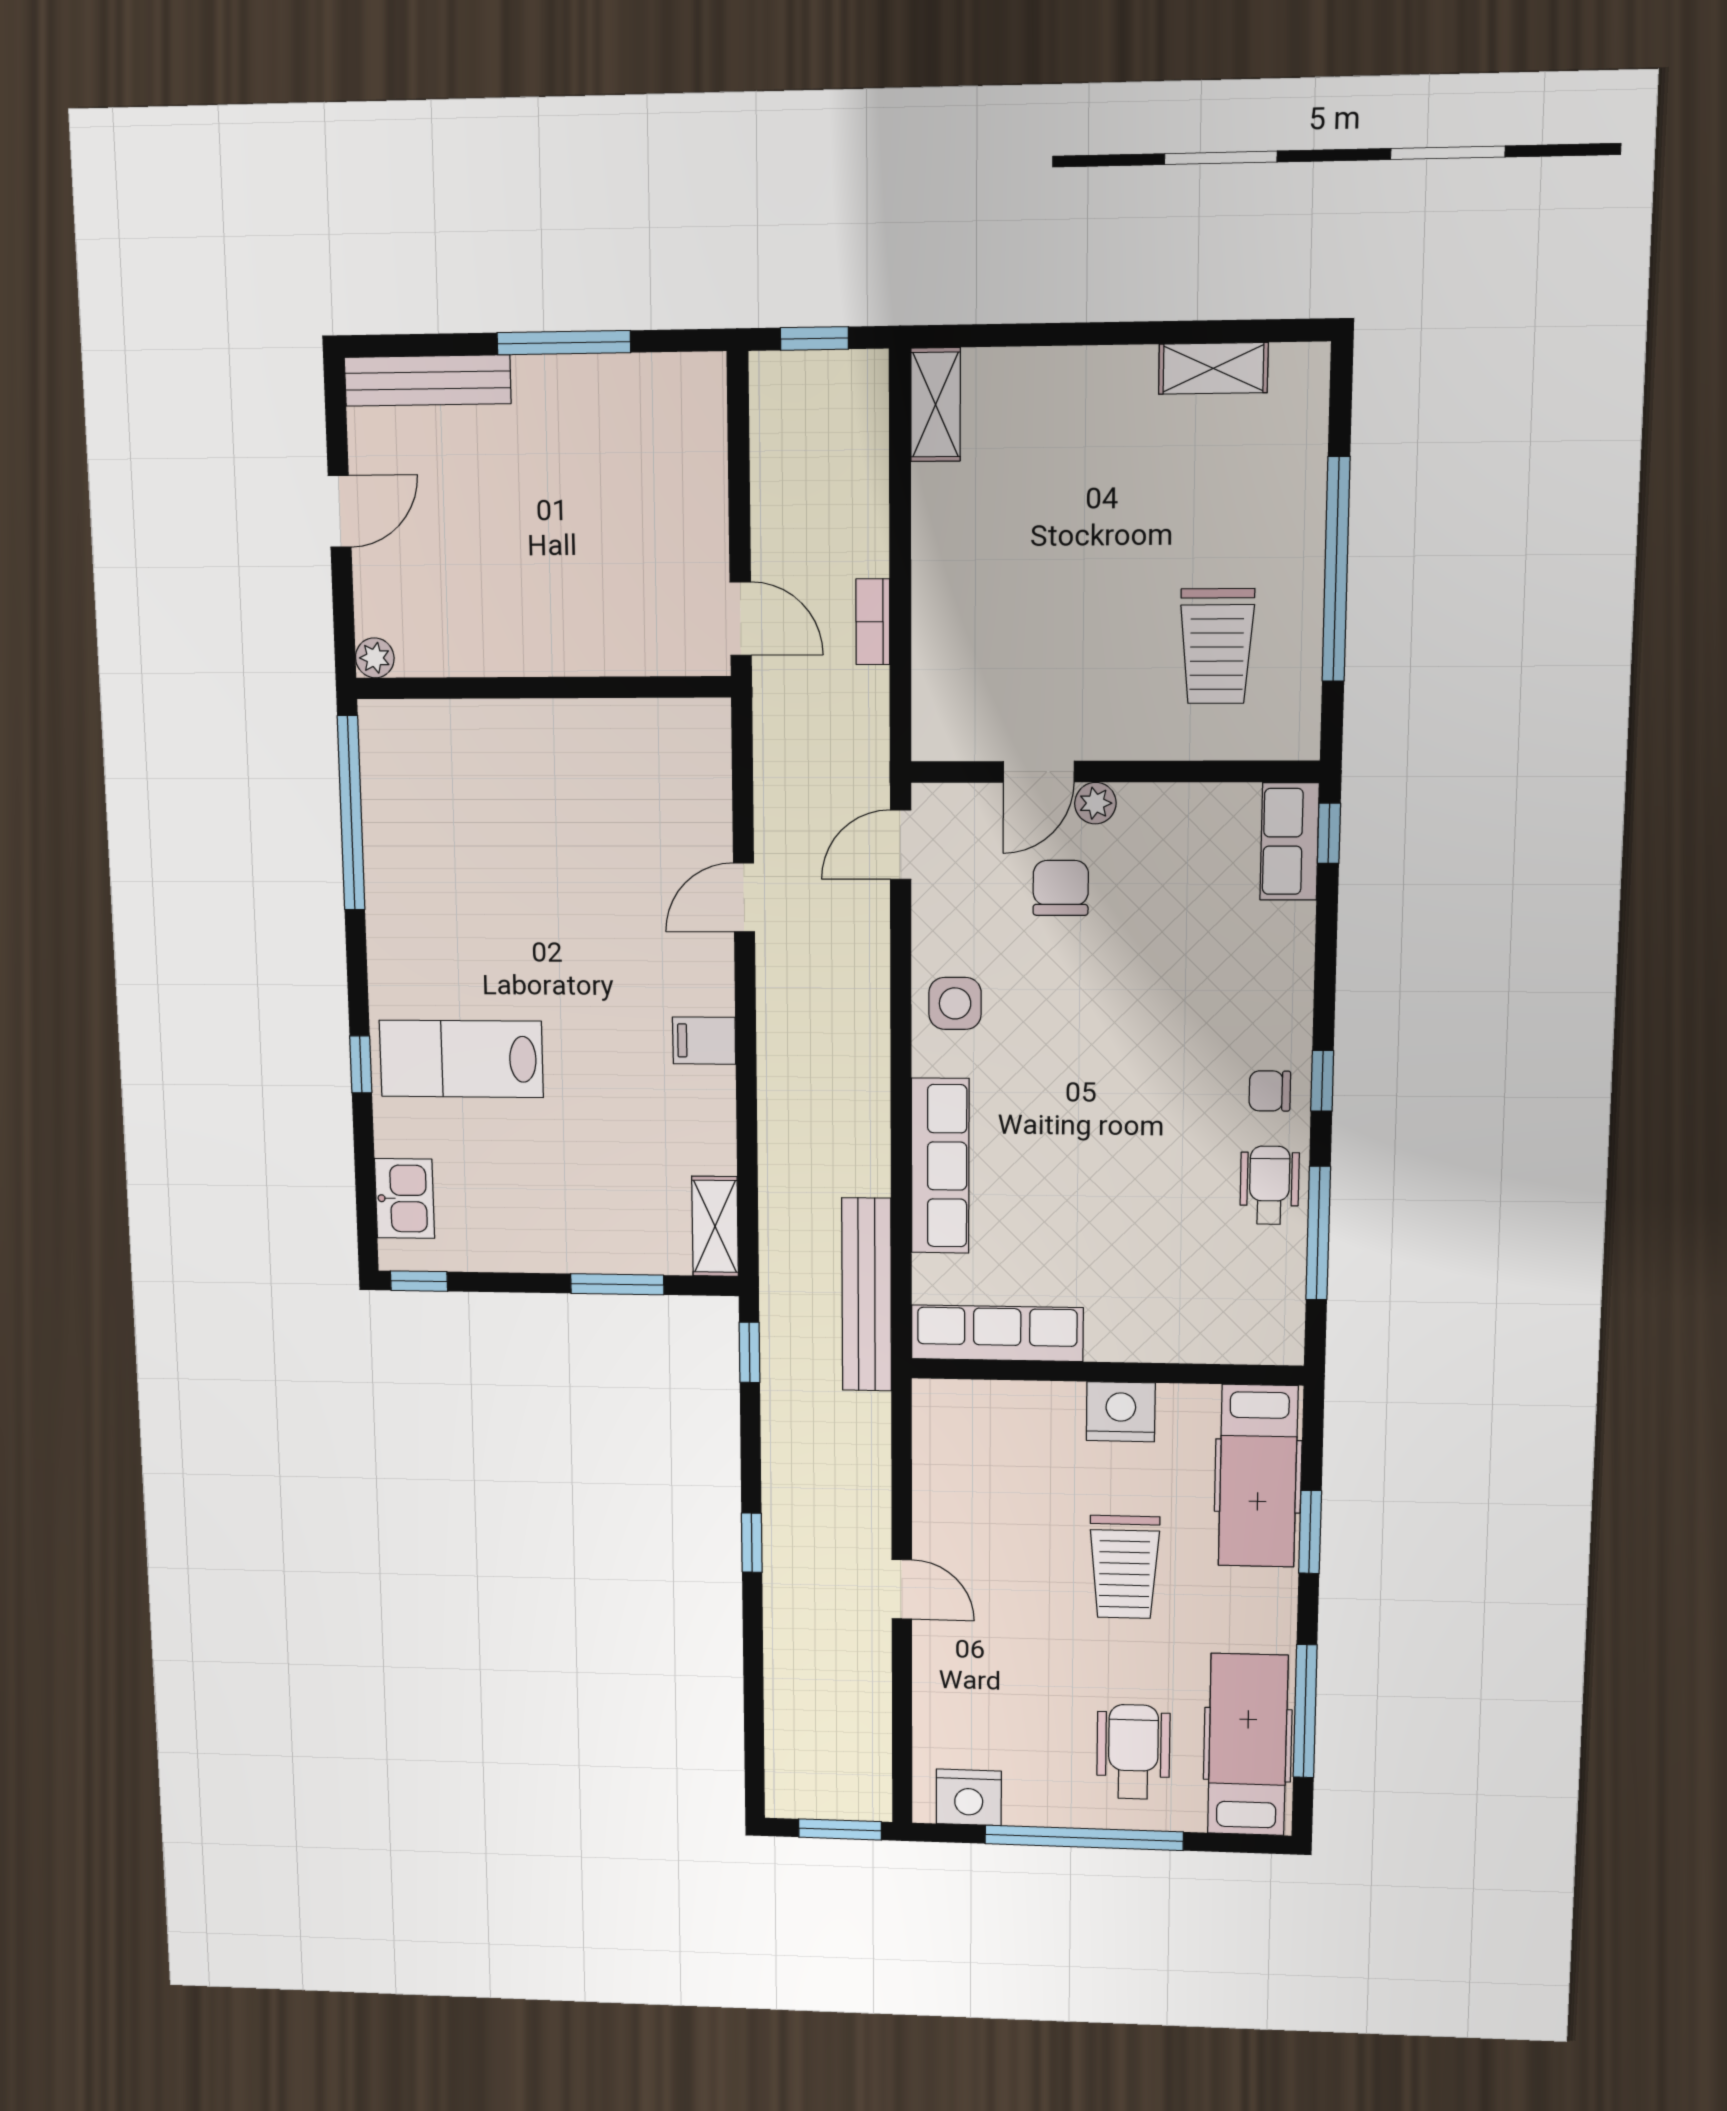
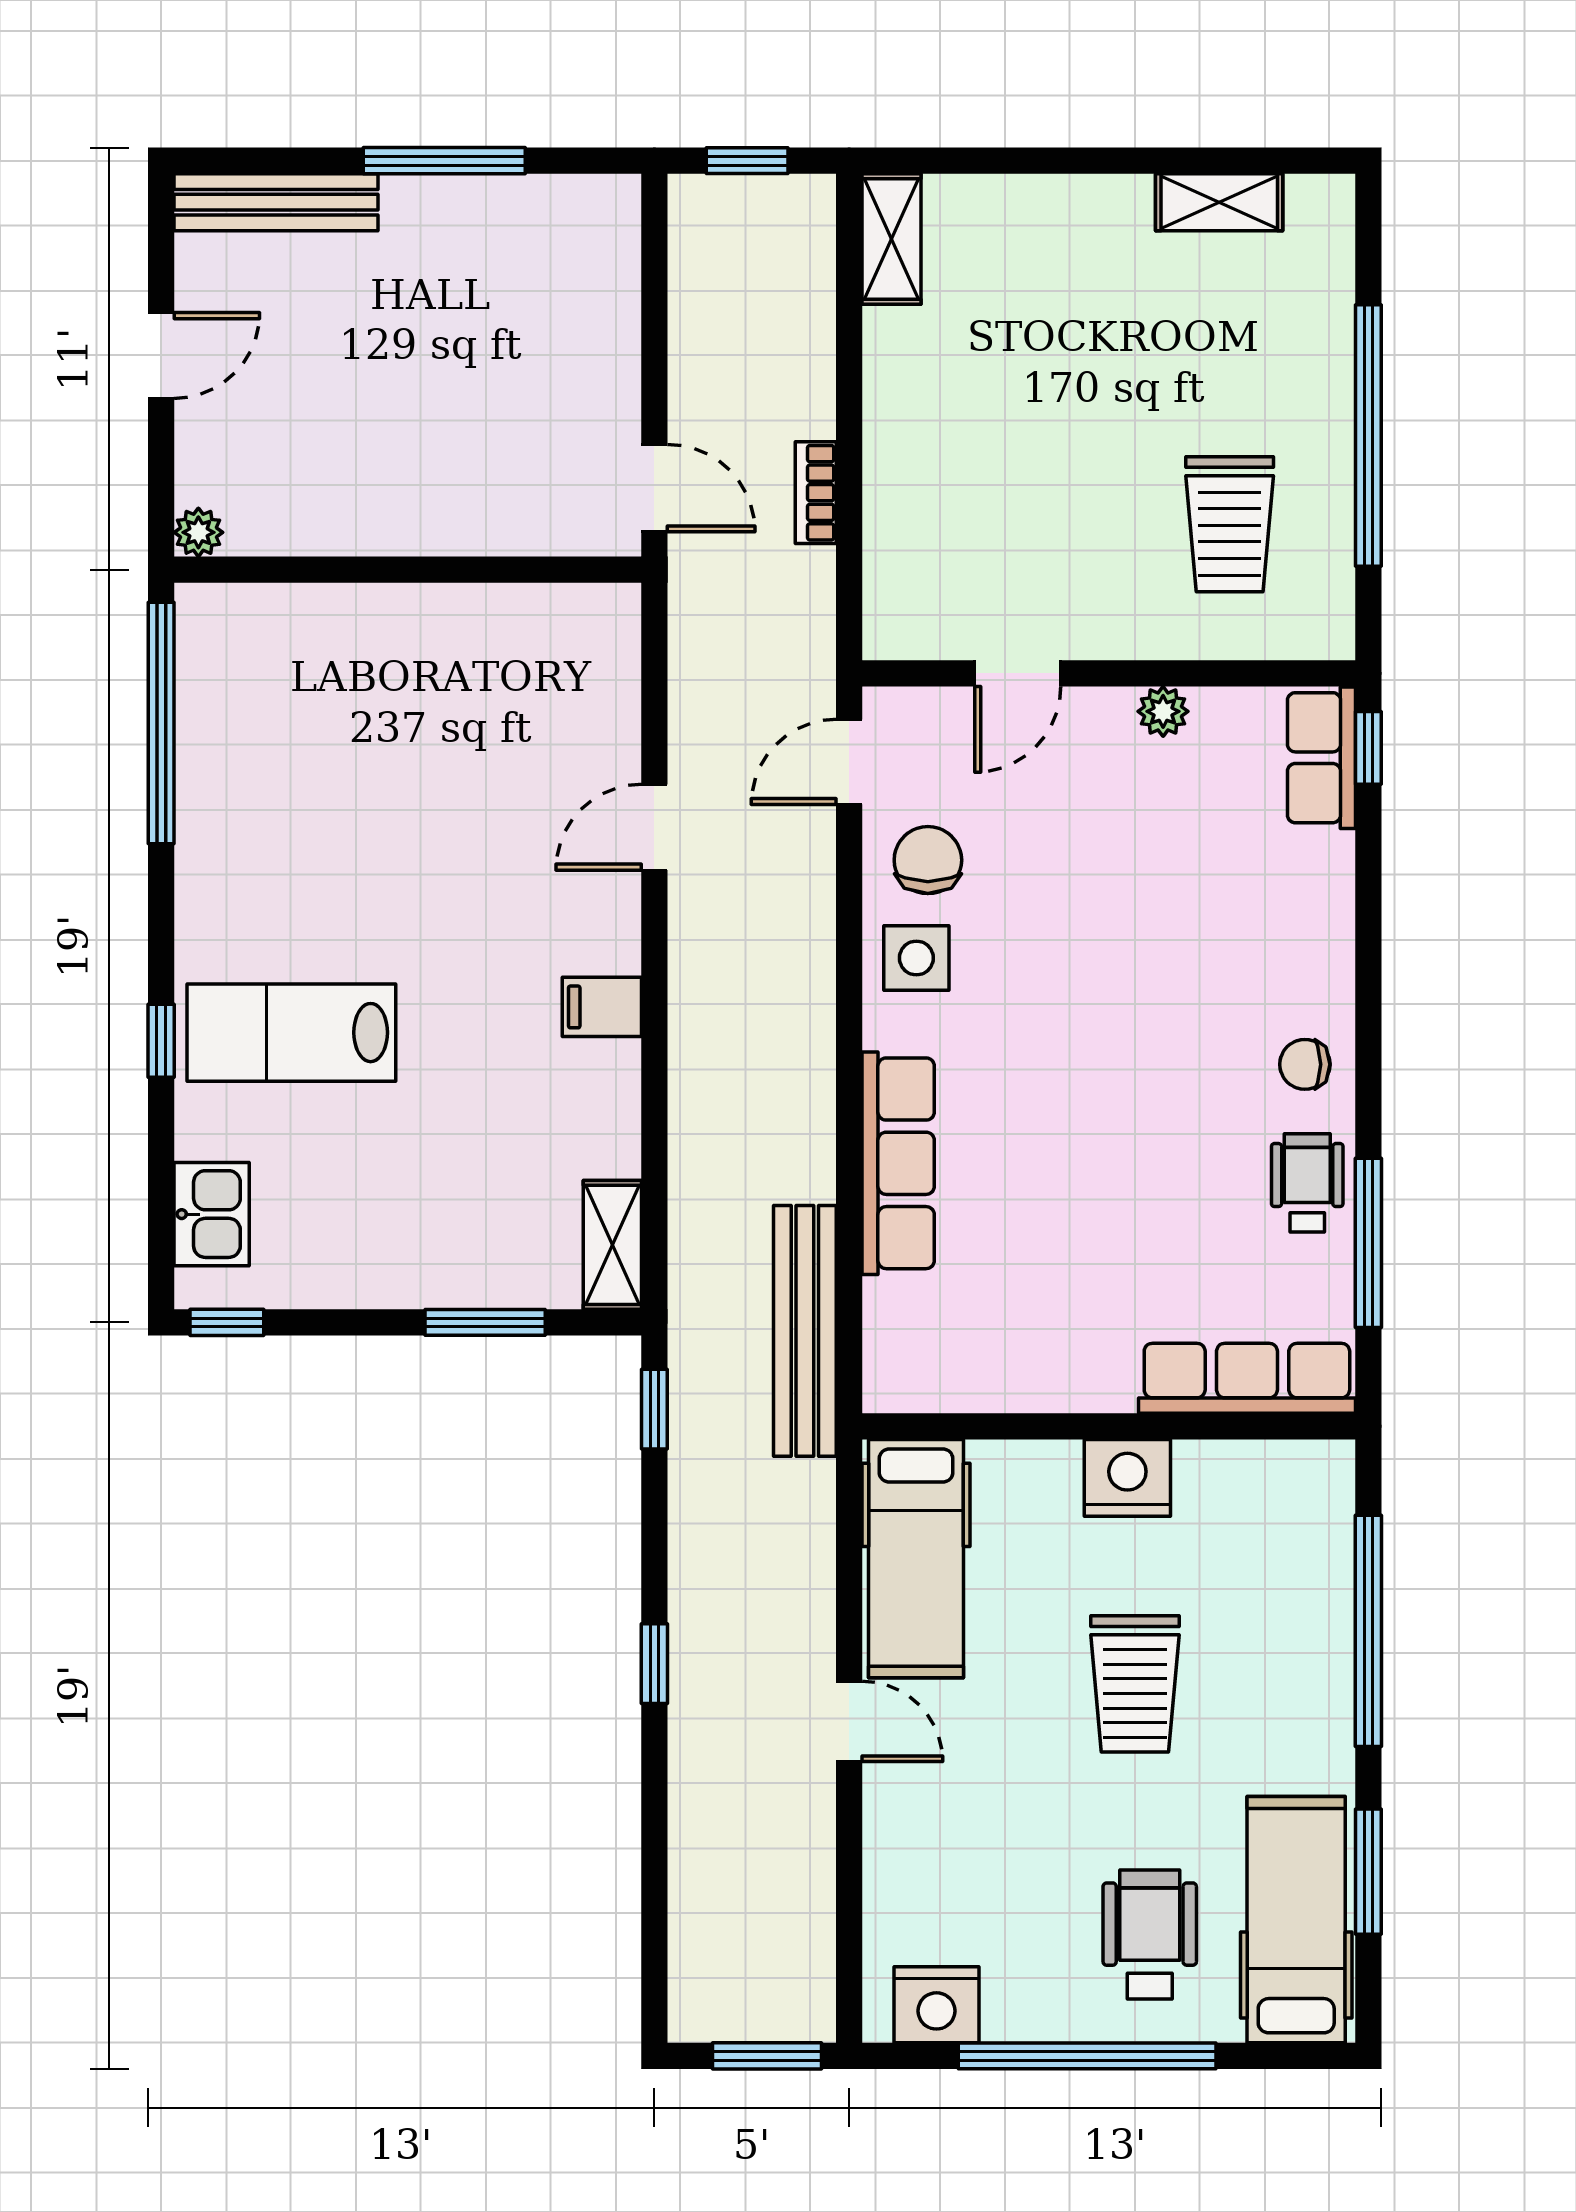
plant: (1095, 803) -> (1163, 711), moved
chair: (1061, 888) -> (928, 860), moved
window: (1322, 1081) -> (1368, 1051), removed
row of seats: (997, 1333) -> (1247, 1378), moved
hospital bed: (1258, 1476) -> (916, 1559), moved
window: (1310, 1532) -> (1368, 1631), width x2.11
window: (1305, 1711) -> (1368, 1872), width x0.69

